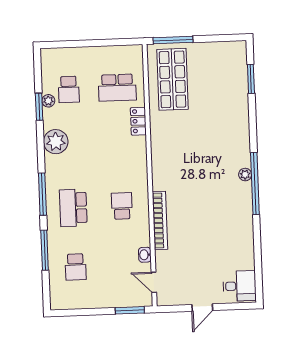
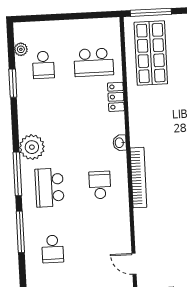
plant: (48, 101) -> (21, 49), moved
plant: (56, 142) -> (32, 147), moved
bookcase: (160, 221) -> (138, 178), moved
washbasin: (145, 255) -> (120, 143), moved

